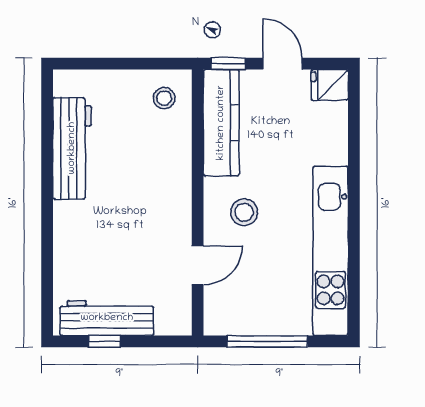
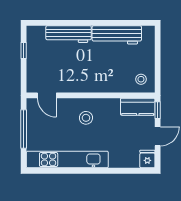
kitchen counter: (221, 123) -> (138, 107), width x0.67
door: (198, 265) -> (47, 95), moved
workbench: (107, 318) -> (69, 34), moved, turned 90

